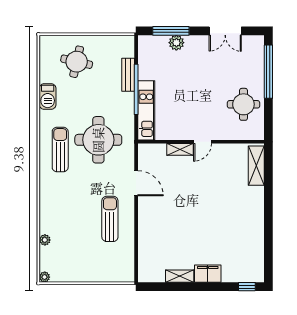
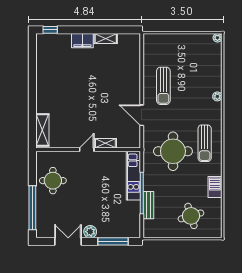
plant: (176, 43) -> (90, 232), moved
round table: (77, 62) -> (191, 216), turned -30
plant: (45, 240) -> (217, 96), moved

